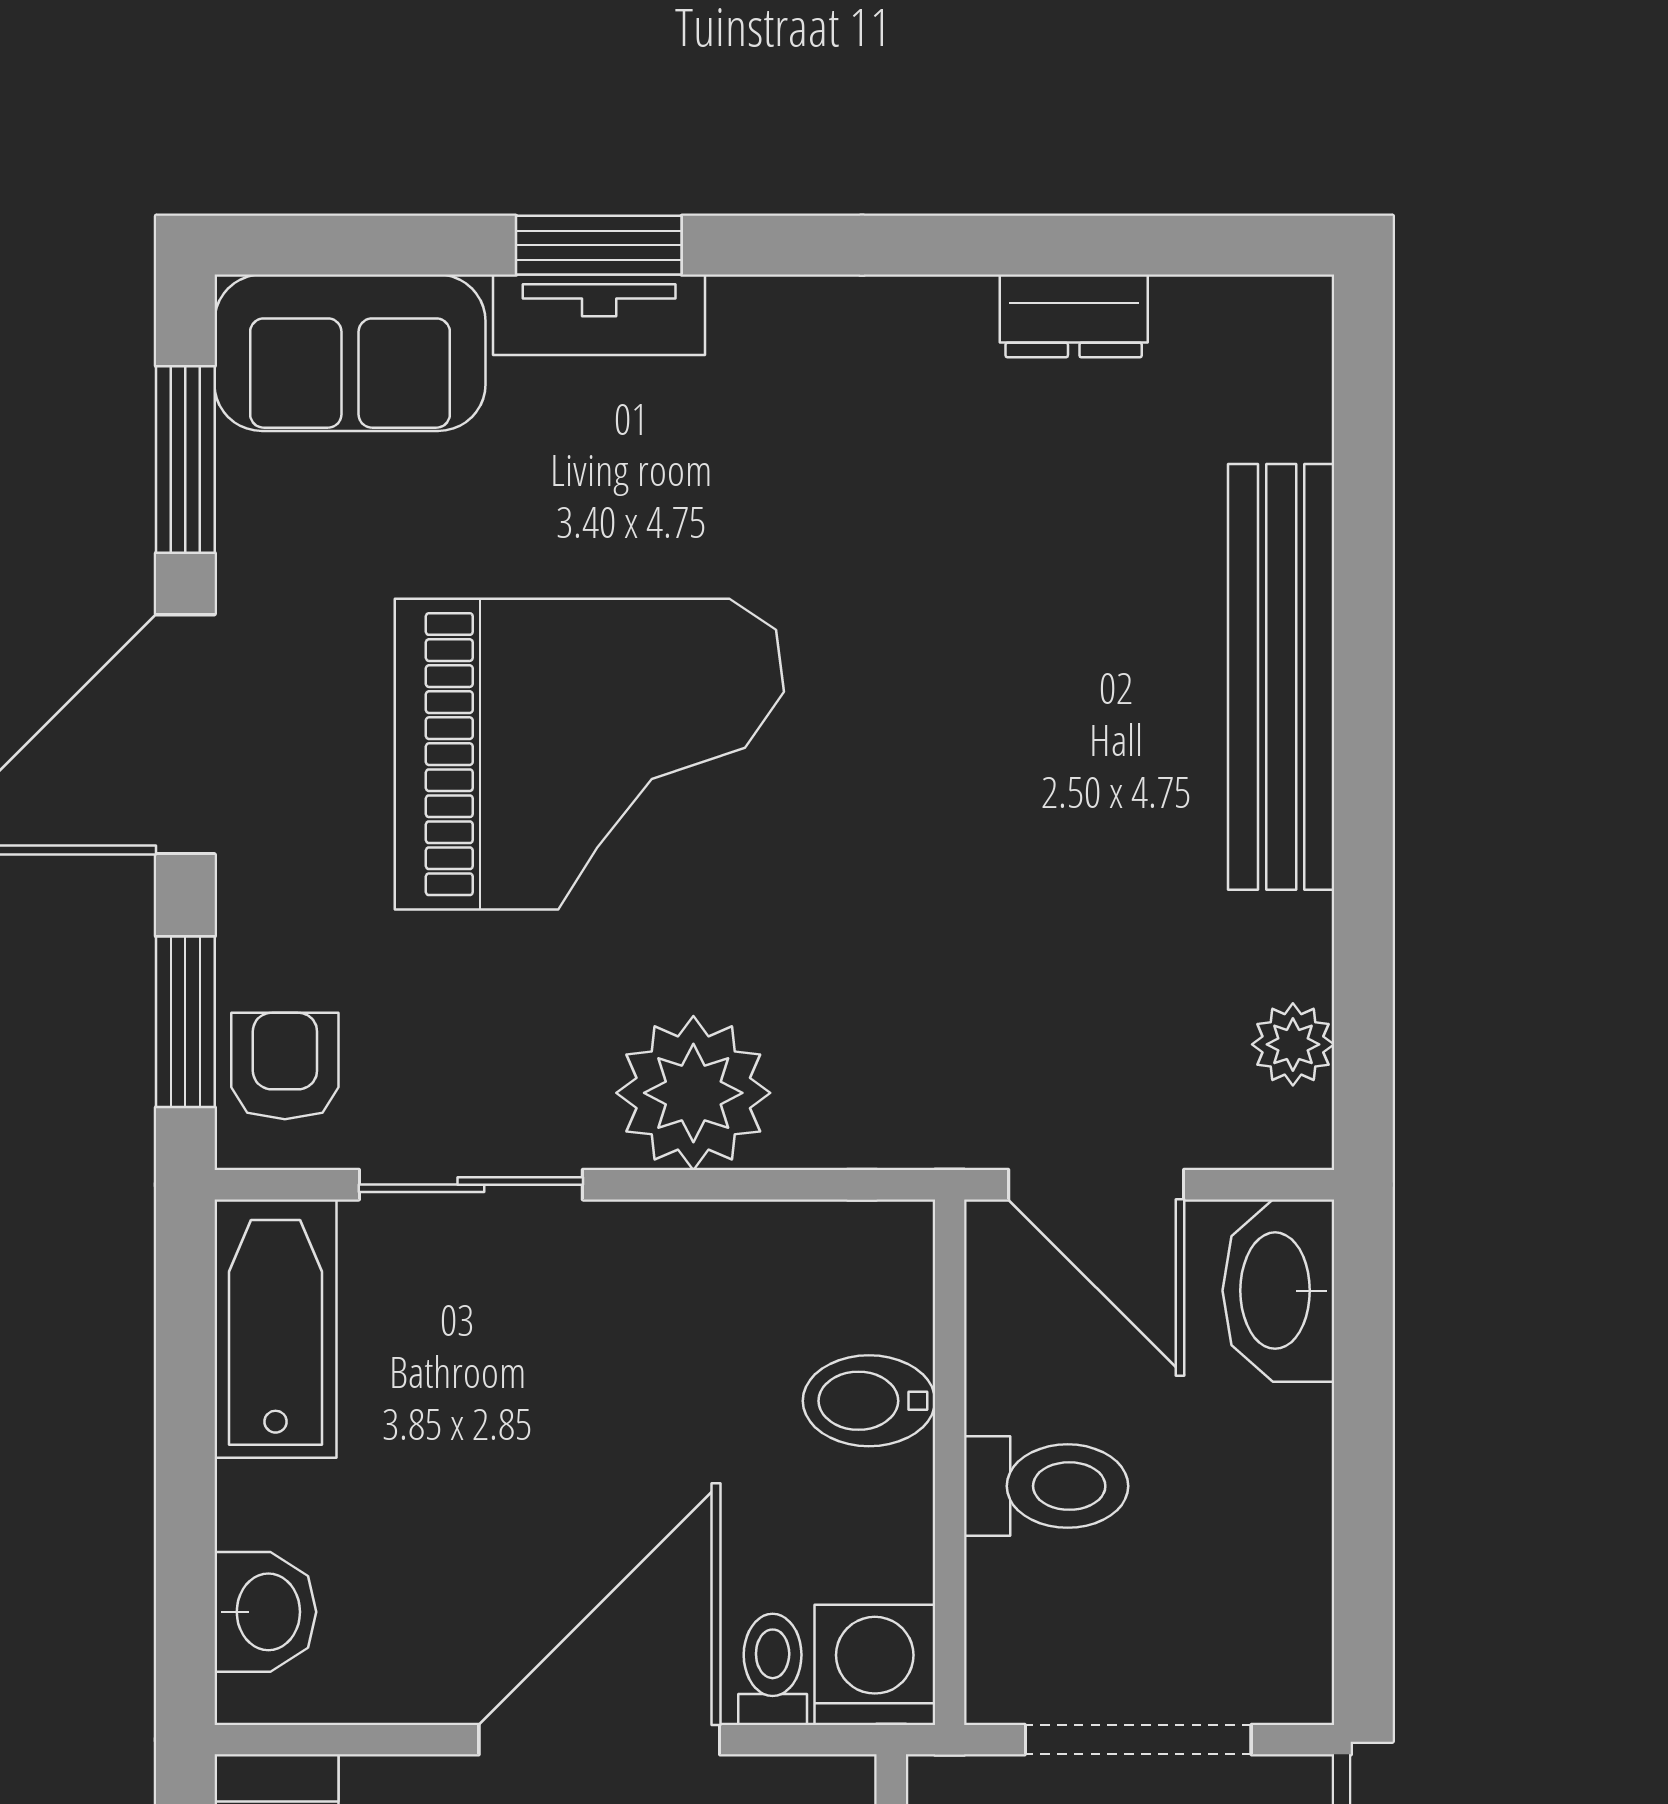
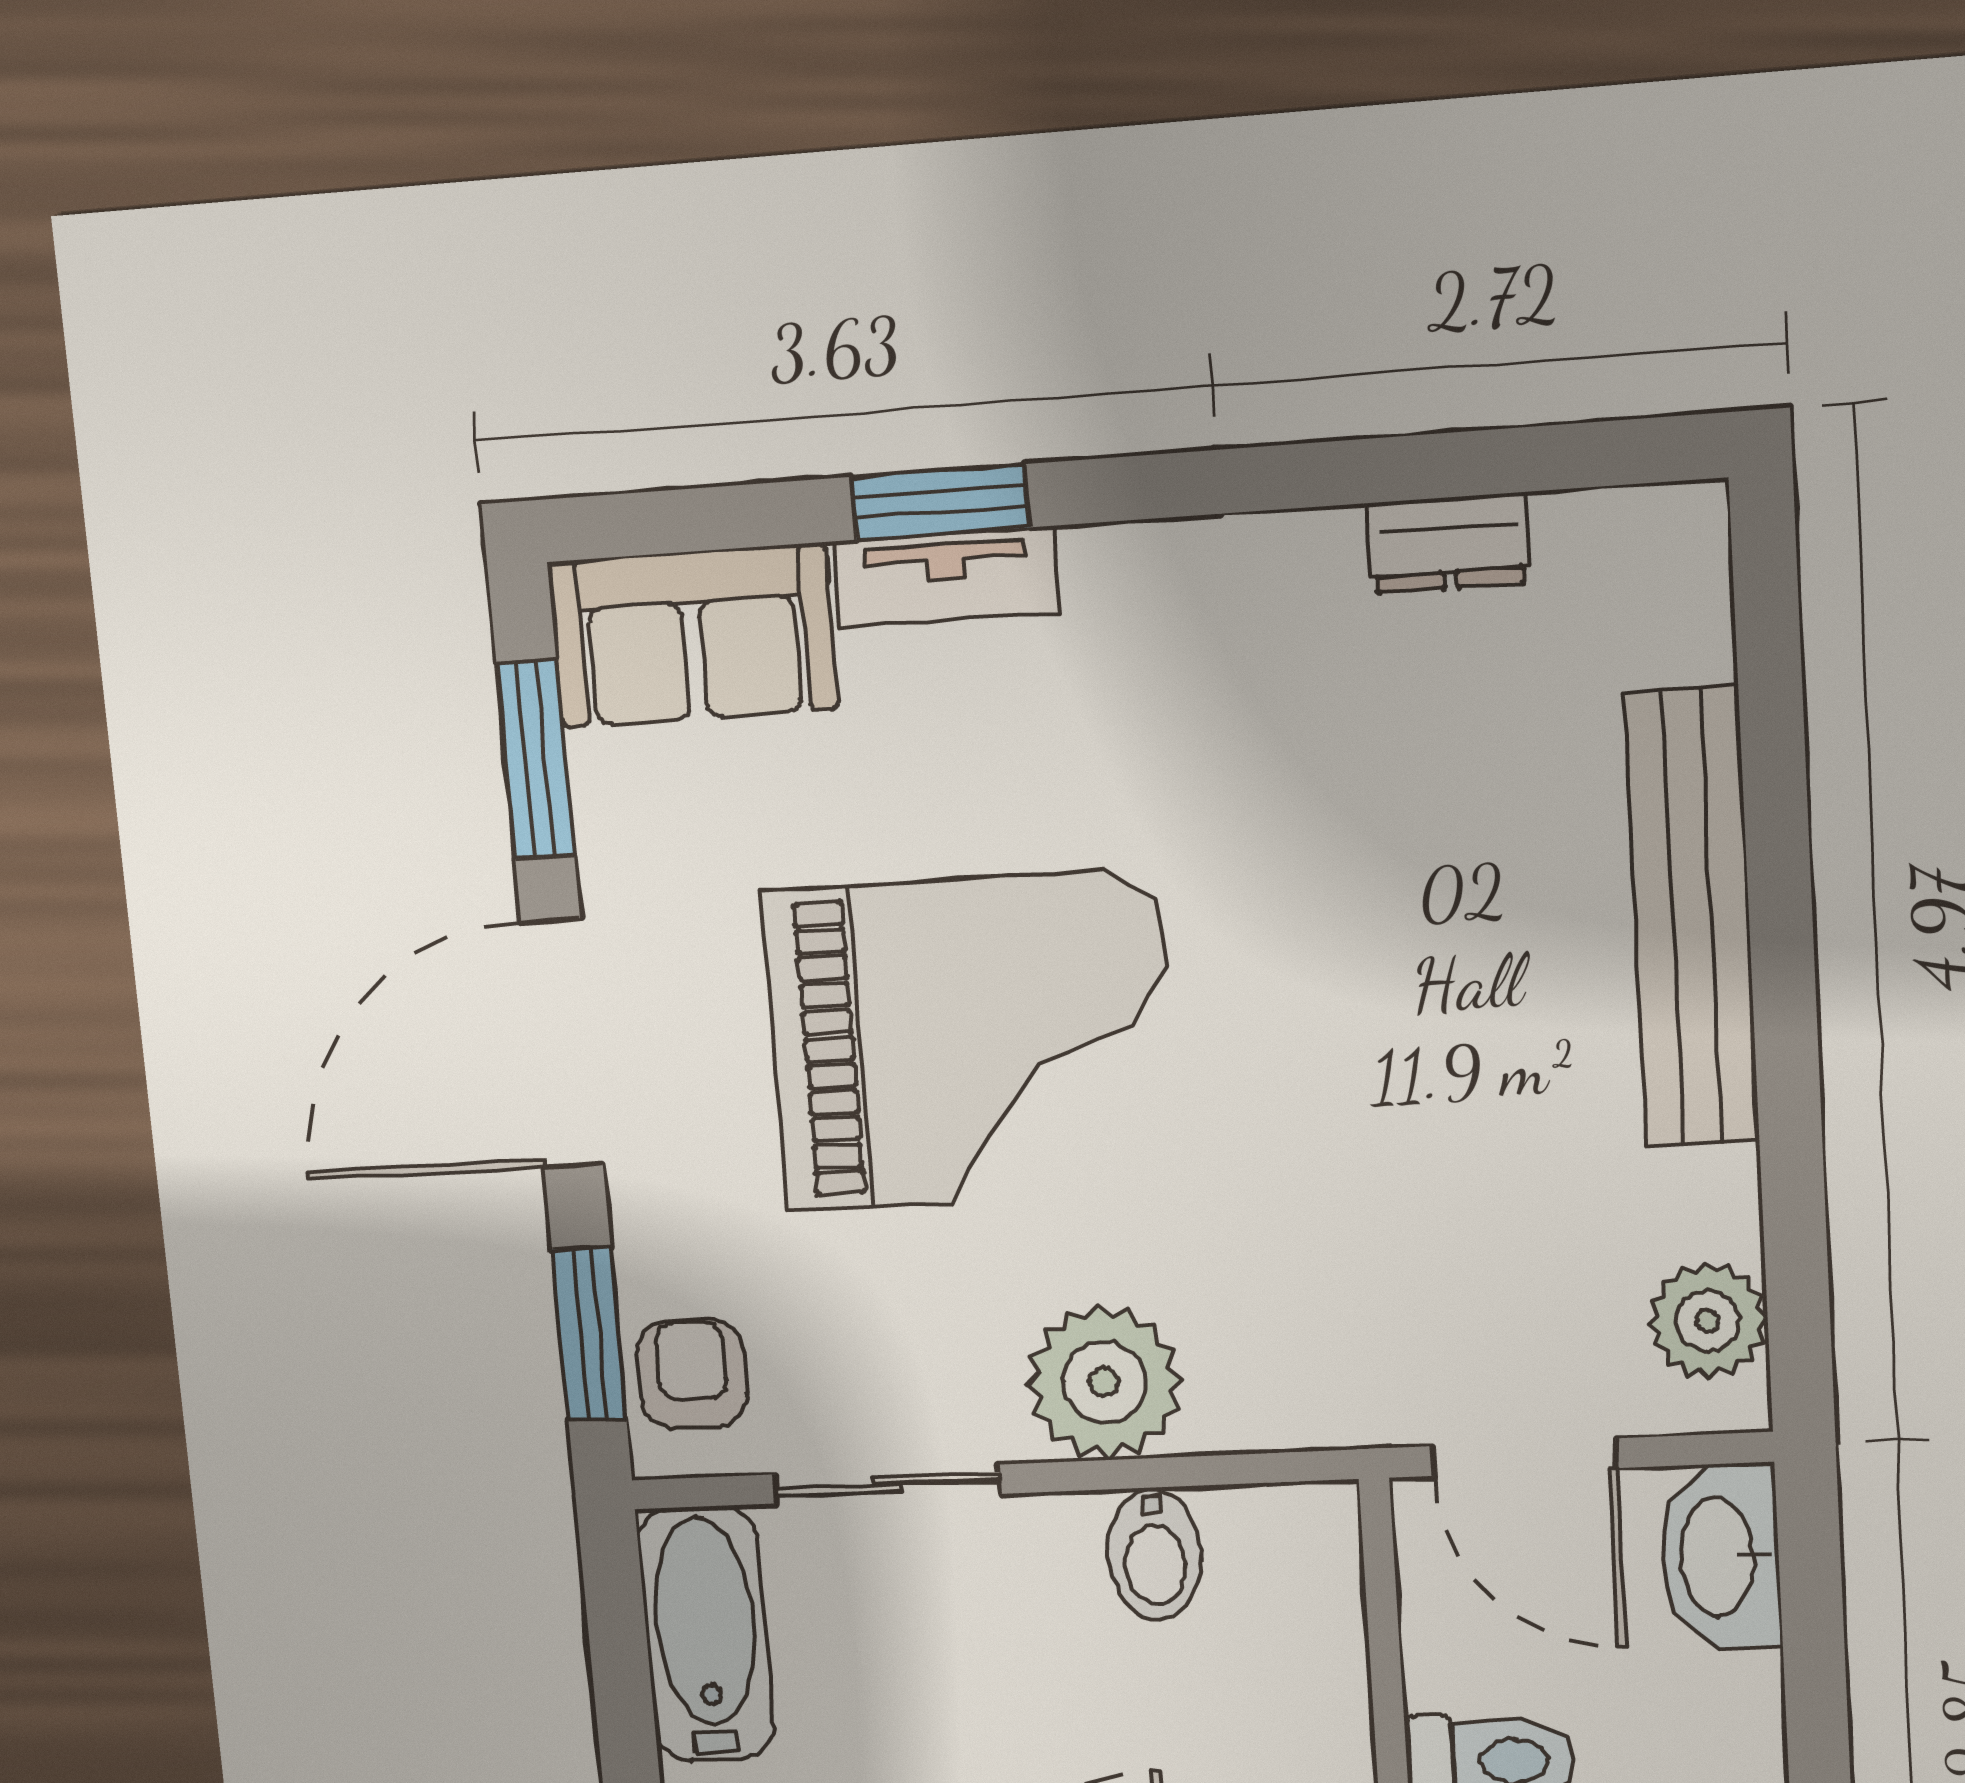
plant: (1293, 1044) -> (1708, 1321), width x1.38, depth x1.38
bidet: (869, 1401) -> (1155, 1554), moved, turned -90

